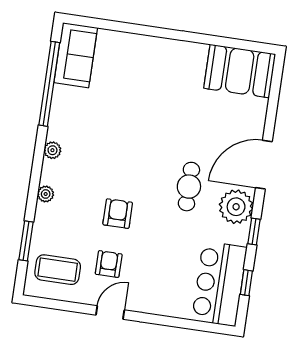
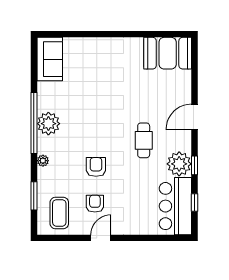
window: (49, 84) -> (34, 123), moved
plant: (52, 150) -> (48, 124), width x1.88, depth x1.88
door: (264, 165) -> (194, 117), width x0.73
plant: (236, 207) -> (179, 164), moved
coffee table: (58, 270) -> (59, 213), turned 90

